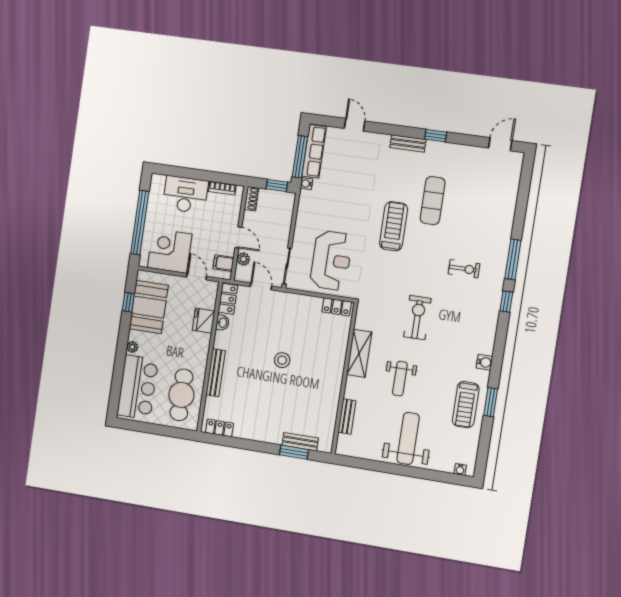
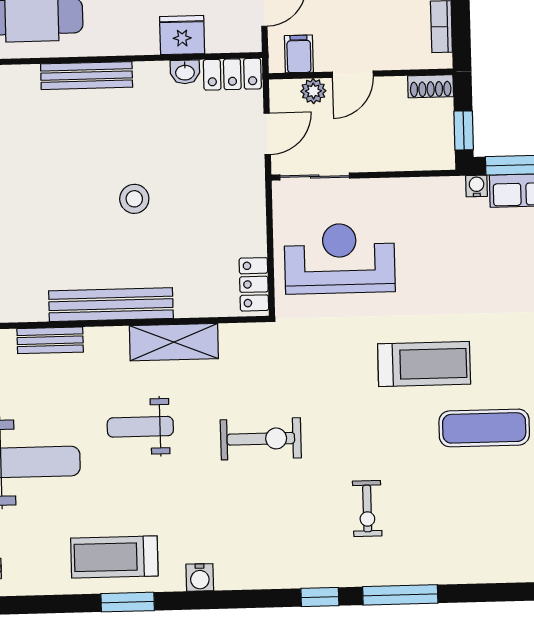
reception desk: (331, 260) -> (340, 258), turned 180
bench: (334, 382) -> (111, 305), added

